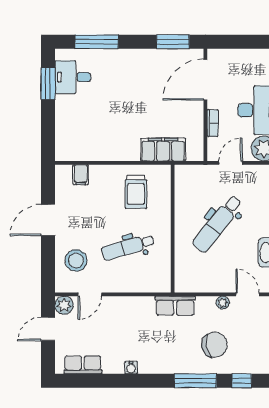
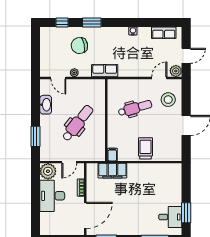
filing cabinet: (81, 175) -> (112, 155), moved
trolley: (136, 192) -> (145, 148), moved
window: (195, 381) -> (92, 23), width x0.69

